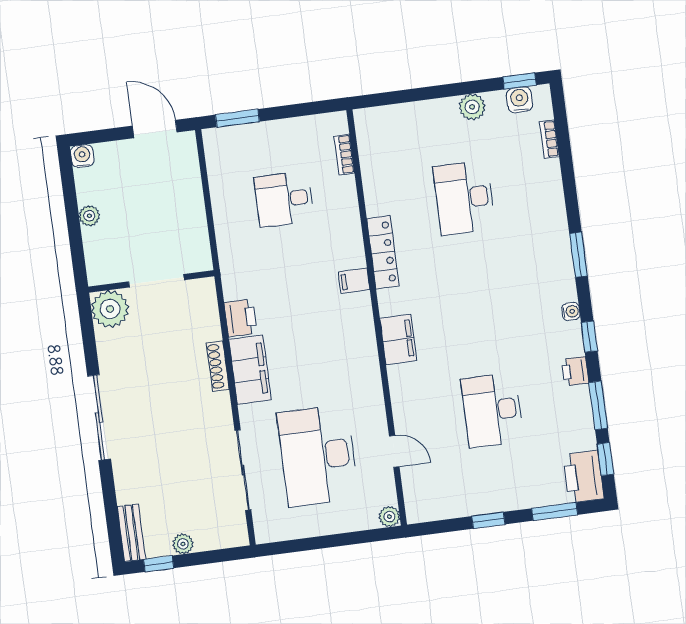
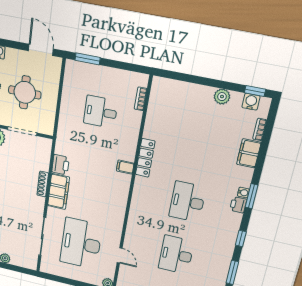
desk: (464, 198) -> (187, 202), moved
round table: (145, 210) -> (25, 92), added
water cooler: (571, 311) -> (243, 193), moved
filing cabinet: (398, 339) -> (249, 153), moved, turned 180
printer: (575, 371) -> (238, 205), moved

